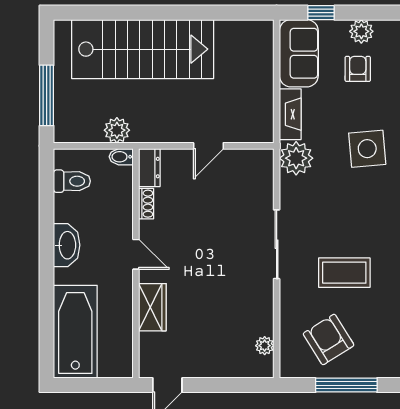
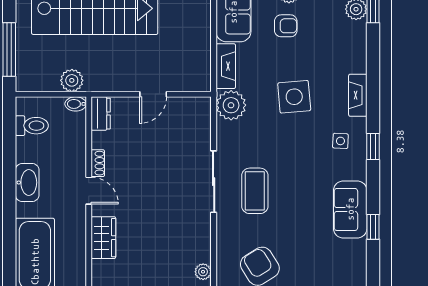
armchair: (358, 69) -> (286, 26), turned 90
shoe rack: (146, 204) -> (98, 163), moved
coffee table: (344, 273) -> (255, 191), moved, turned 90

